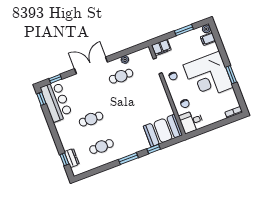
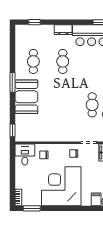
window: (231, 75) -> (32, 208), moved
booth: (163, 131) -> (26, 97), moved
window: (154, 149) -> (12, 130), moved
dresser: (72, 158) -> (63, 30), moved

